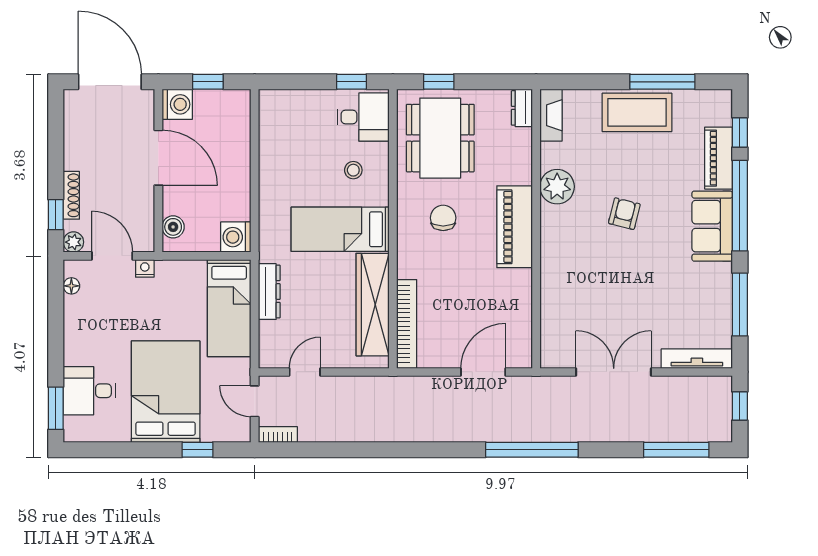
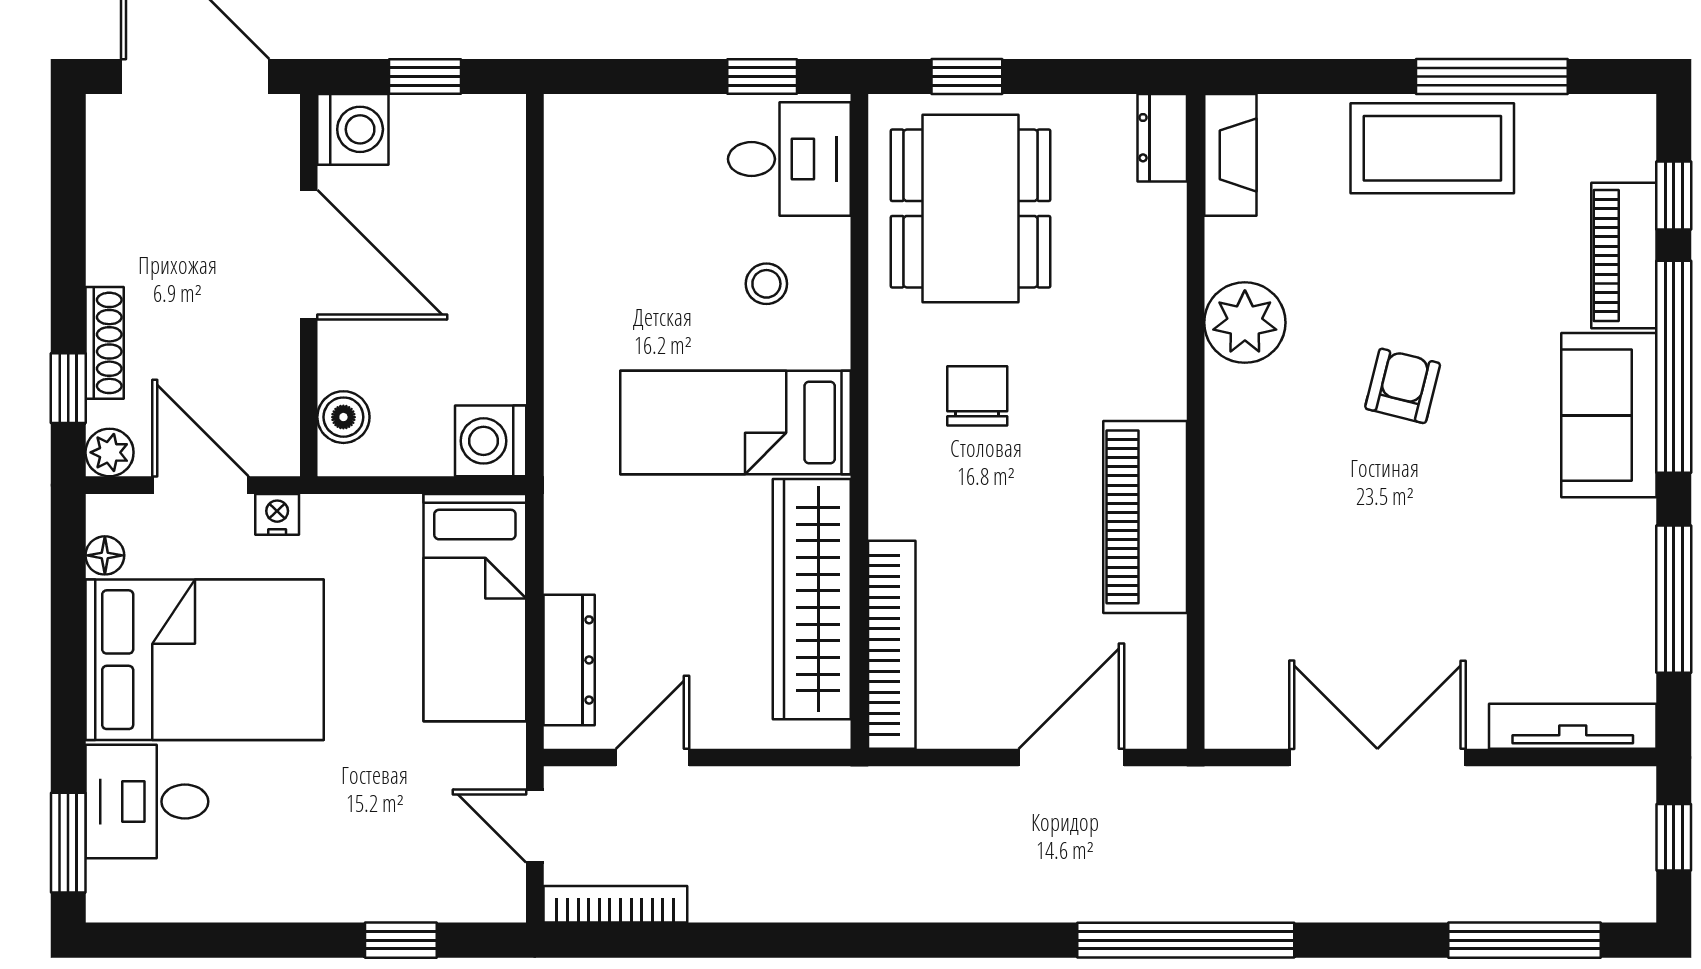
piano: (515, 227) -> (1145, 517), moved
dresser: (269, 292) -> (569, 660), moved
bed: (166, 392) -> (205, 660), moved, turned 90
bookcase: (278, 435) -> (615, 904), width x1.56

